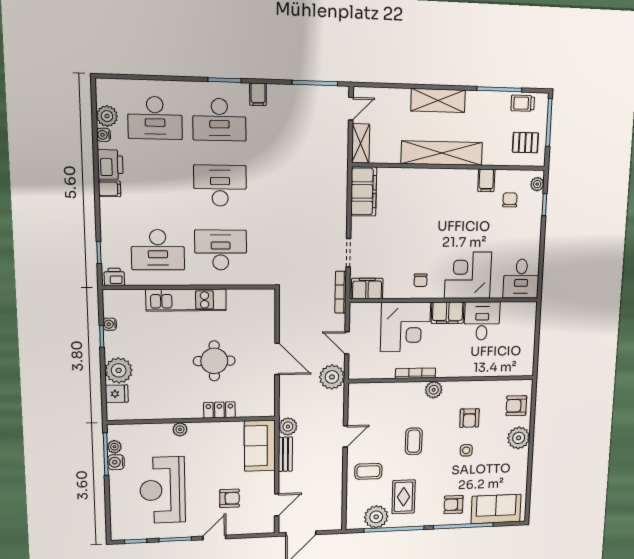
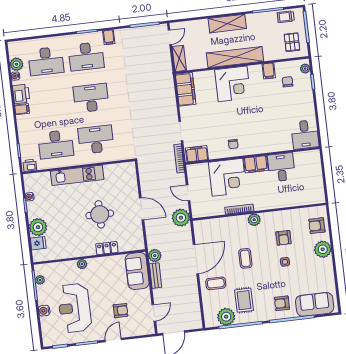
pallet: (525, 143) -> (292, 42), turned 90
corner desk: (468, 275) -> (233, 84), moved, turned 180
door: (345, 436) -> (196, 259), width x1.87
water cooler: (116, 462) -> (44, 311), moved

